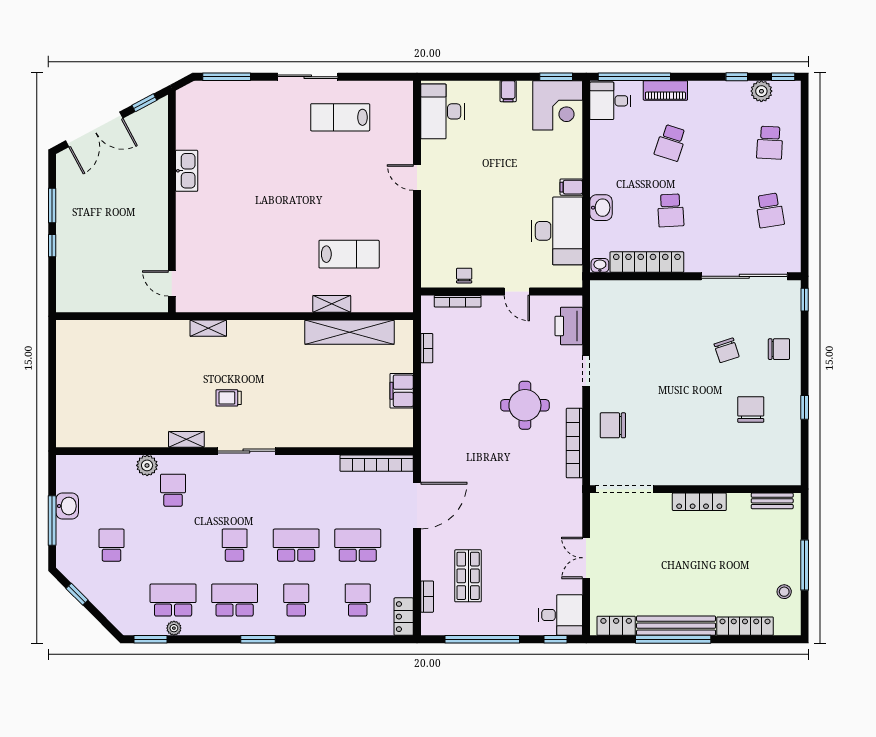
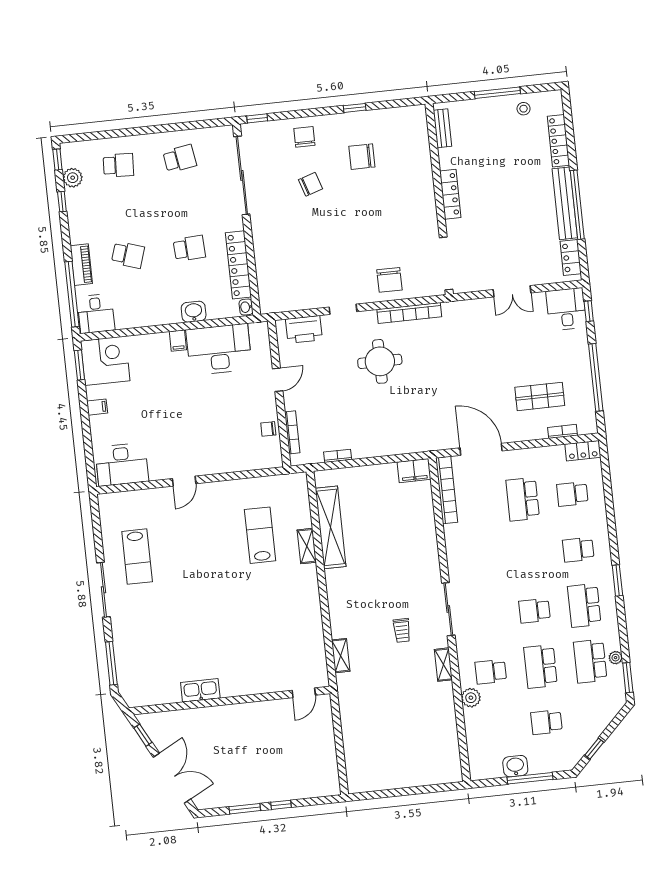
filing cabinet: (402, 391) -> (414, 471), moved
school desk: (296, 545) -> (541, 666), moved

